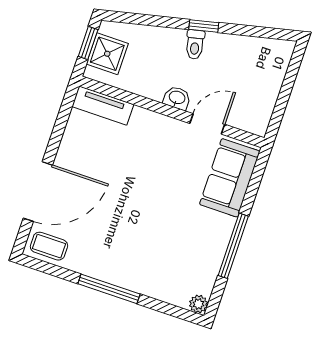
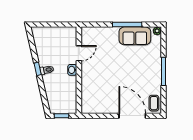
shower: (107, 54) -> (63, 106), removed
tv unit: (103, 105) -> (86, 100), removed
door: (207, 124) -> (79, 53), swing flipped
sofa: (230, 178) -> (135, 36), moved

